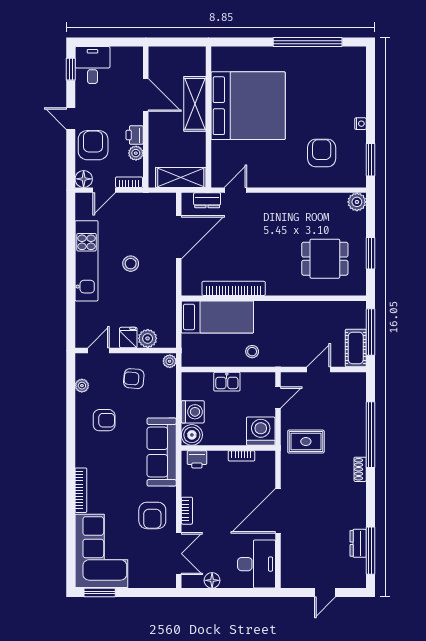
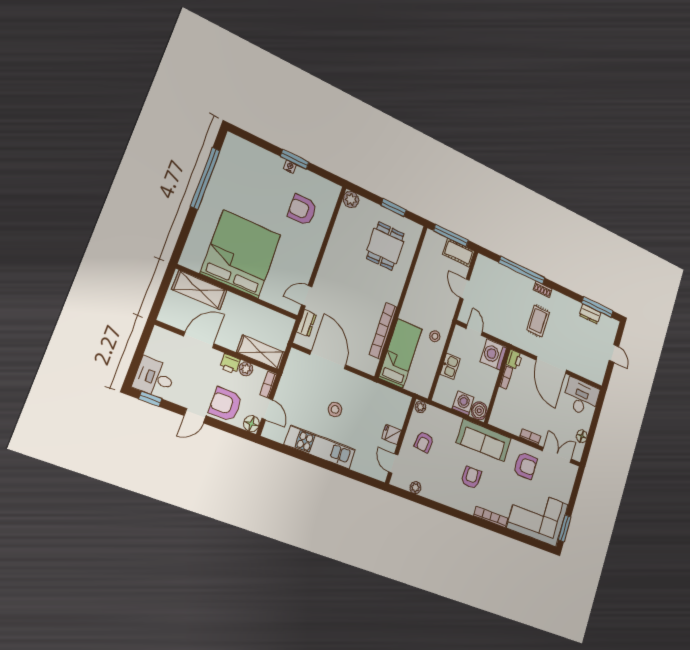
shelving: (195, 104) -> (199, 290), moved
window: (370, 160) -> (295, 159), moved
shelving: (181, 177) -> (261, 352), moved, turned 90
door: (235, 190) -> (307, 296), hinge flipped
plant: (148, 338) -> (398, 418), removed
armchair: (104, 420) -> (471, 478), moved
rug: (306, 442) -> (538, 321), moved
printer: (197, 459) -> (514, 359), moved

